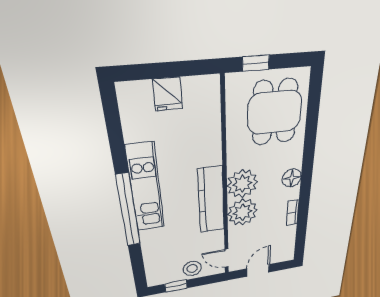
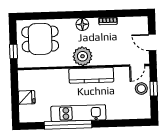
window: (128, 211) -> (68, 125), moved
plant: (243, 212) -> (103, 55), removed
window: (176, 286) -> (154, 89), moved

